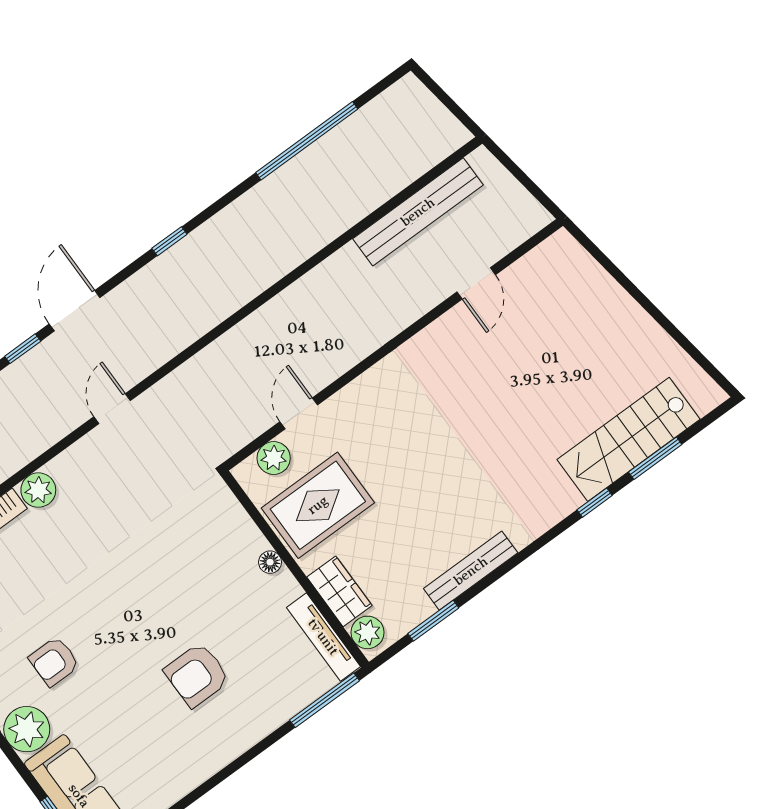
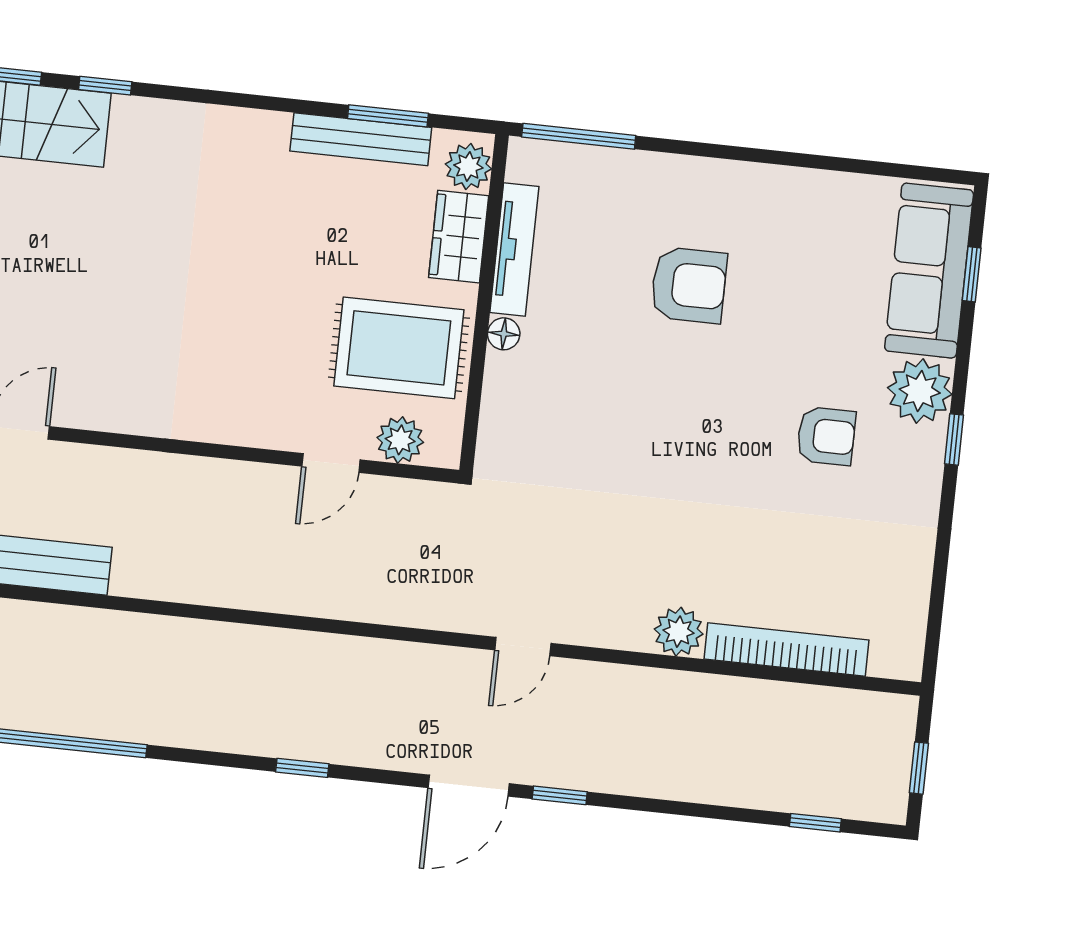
bench: (471, 571) -> (361, 139), moved
tv unit: (323, 637) -> (514, 249), moved

